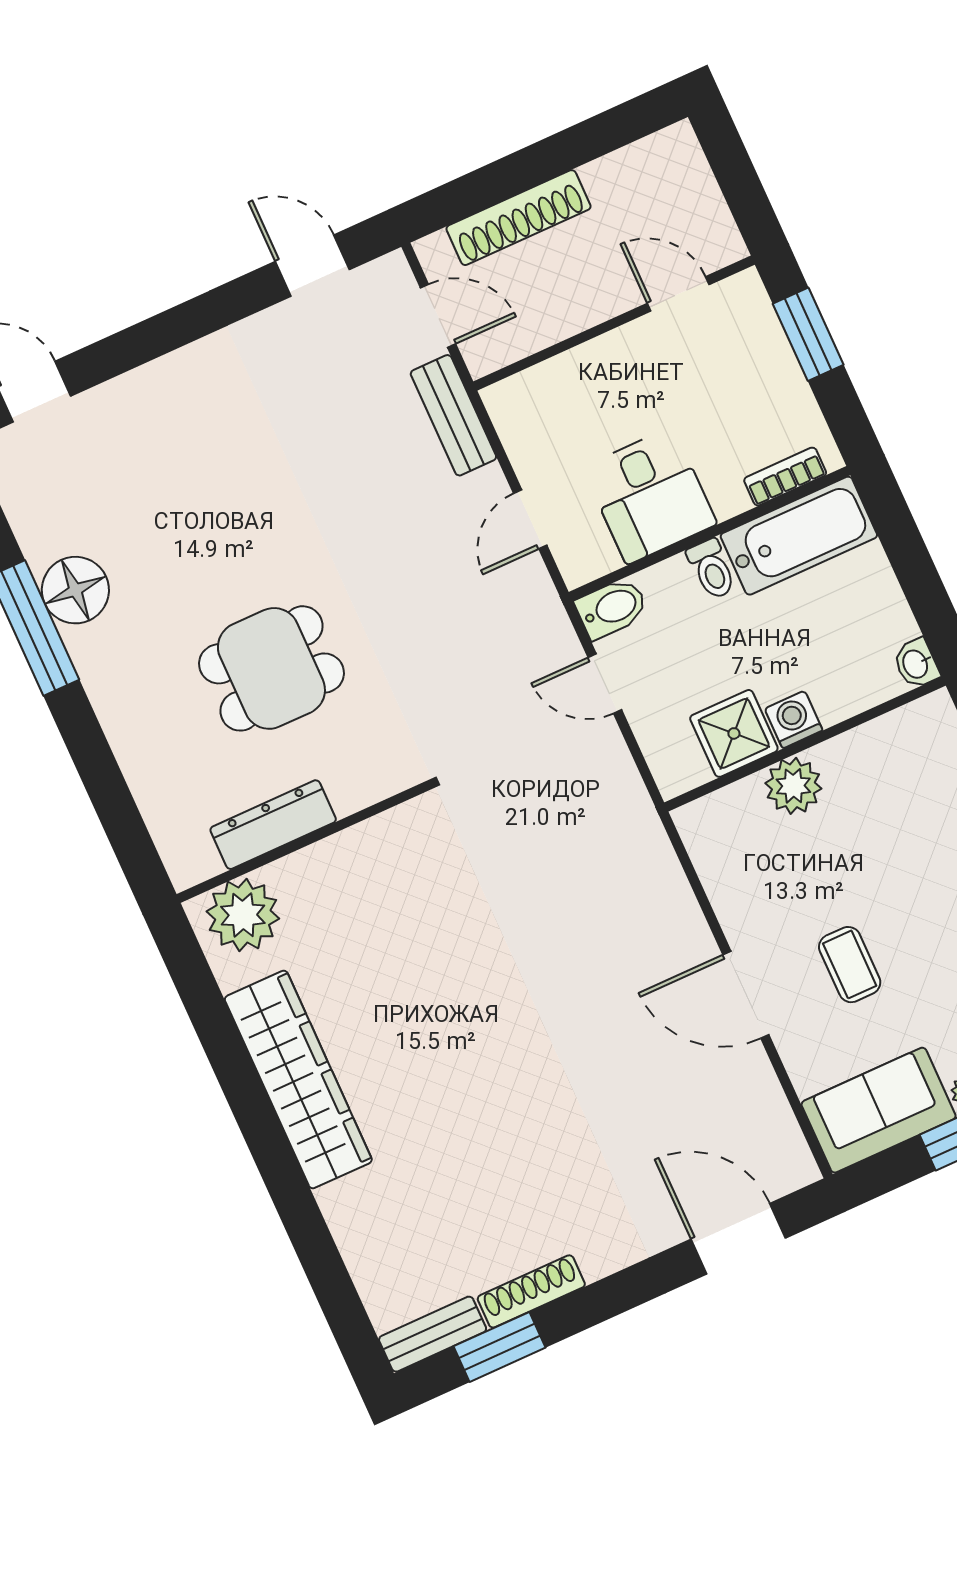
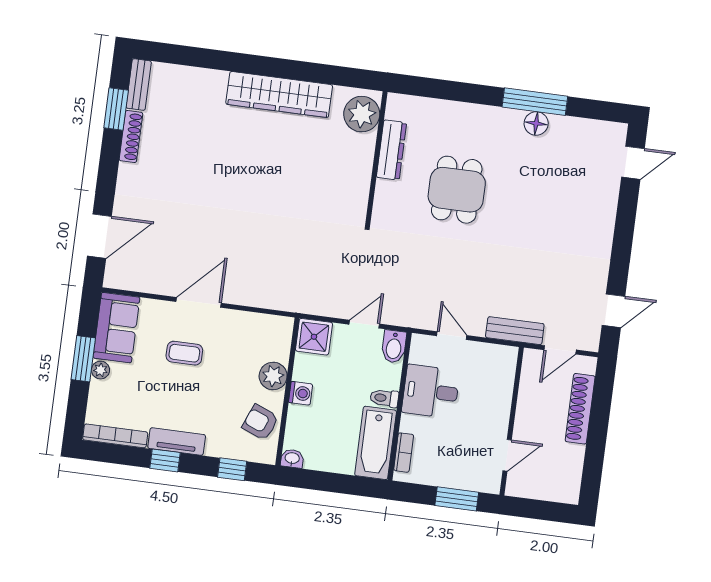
floor lamp: (75, 590) -> (536, 123), width x0.73, depth x0.73
shower: (734, 733) -> (314, 337), moved
armchair: (888, 758) -> (260, 422), added

